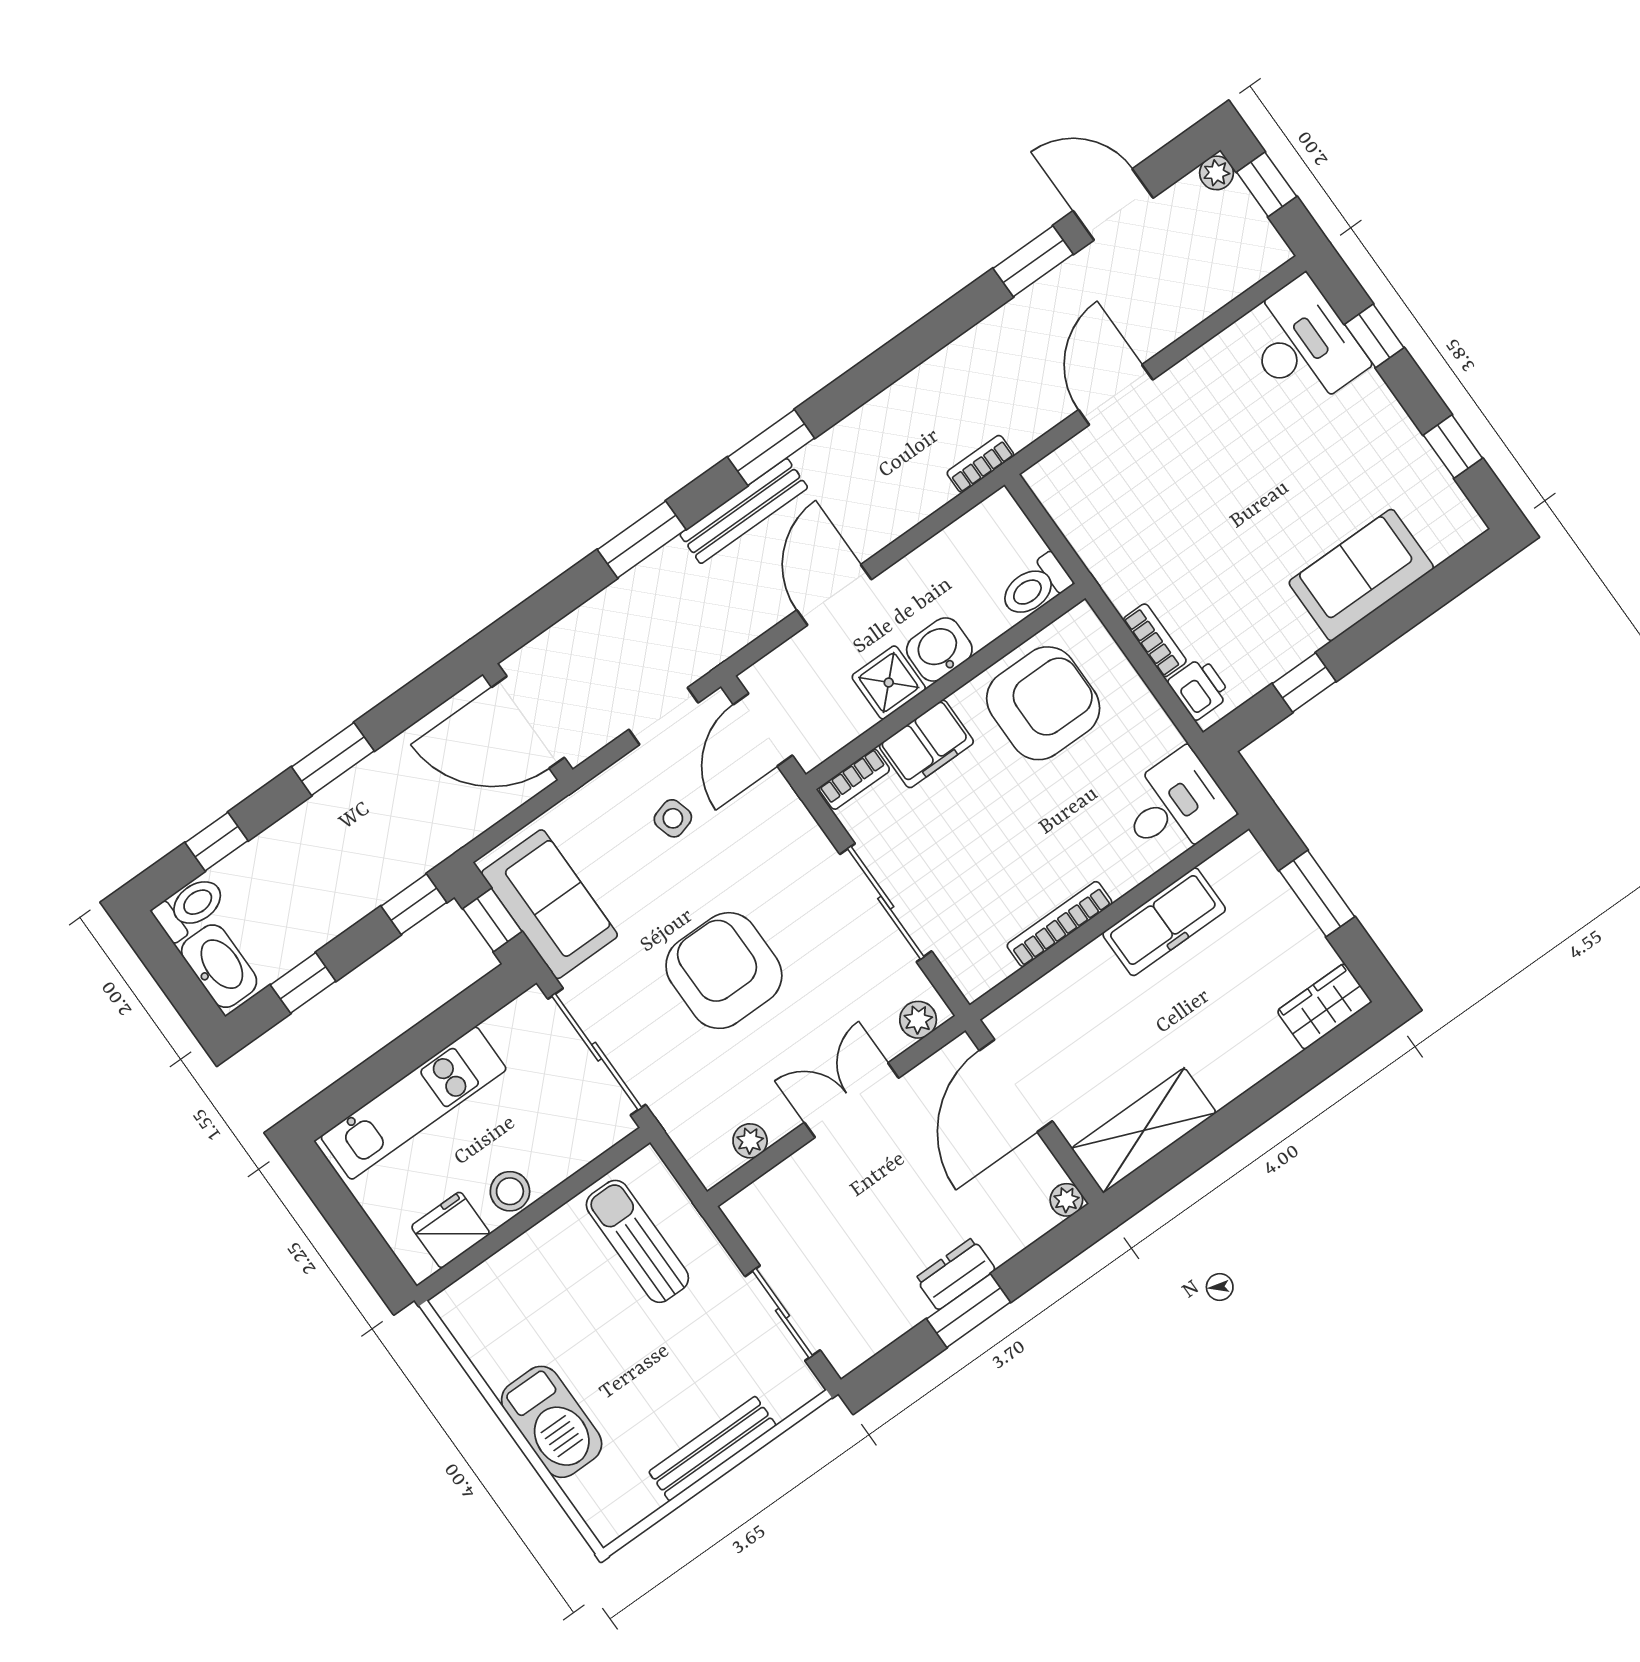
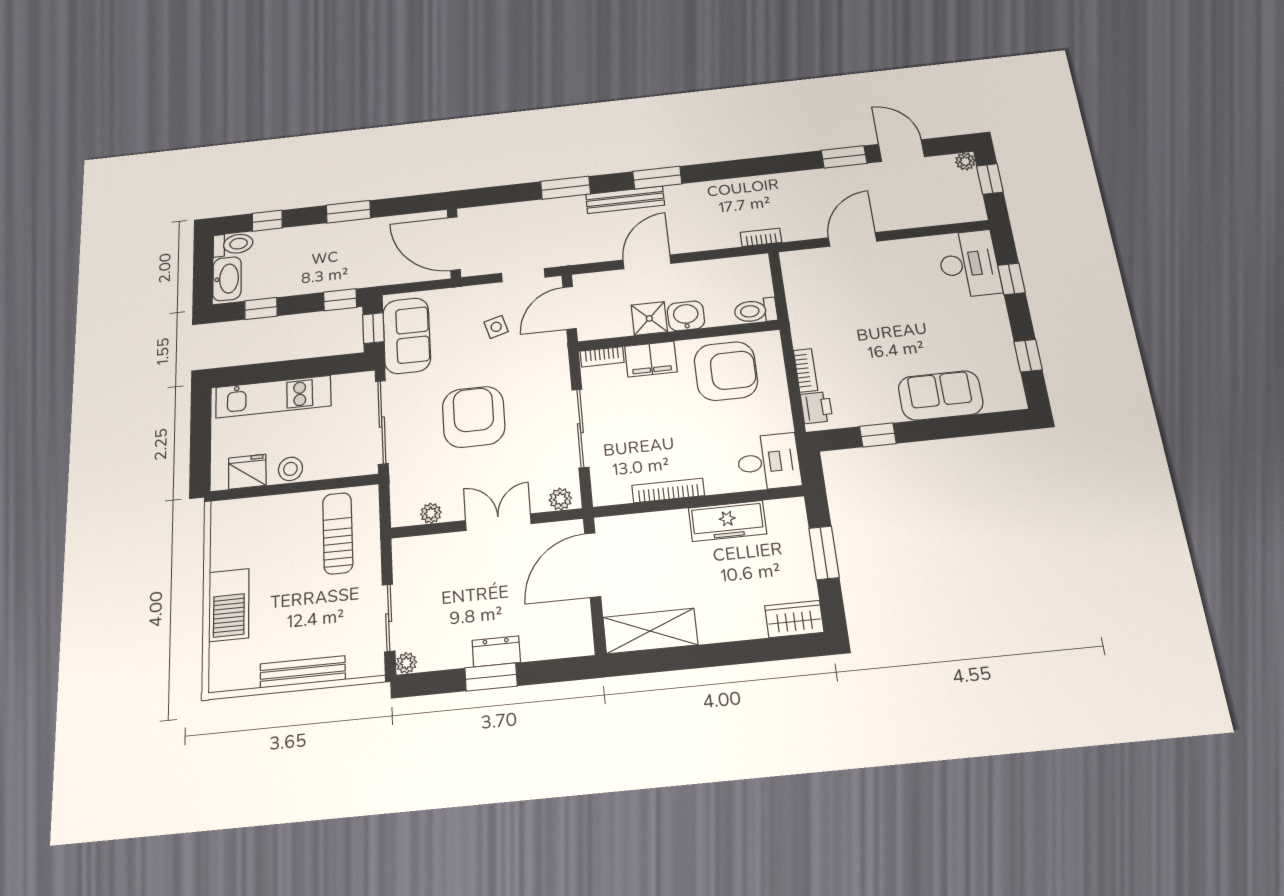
plant: (1066, 1200) -> (406, 663), moved

